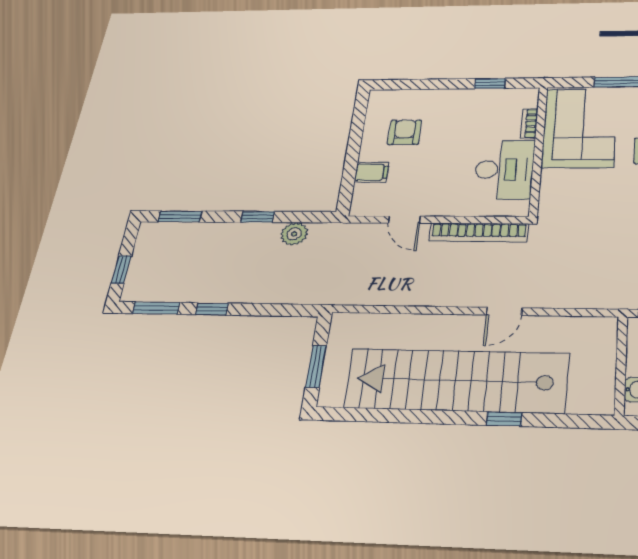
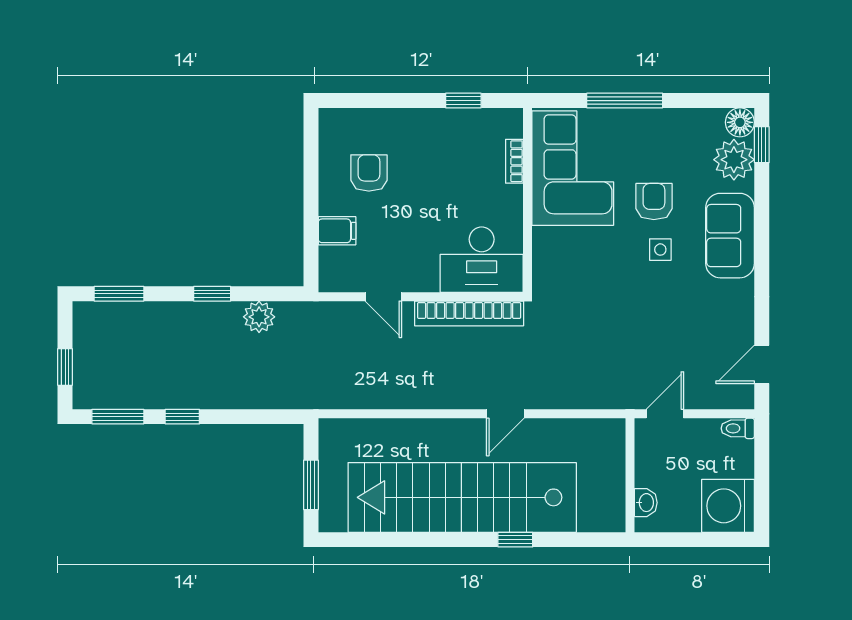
desk: (504, 169) -> (482, 260), moved, turned 90

